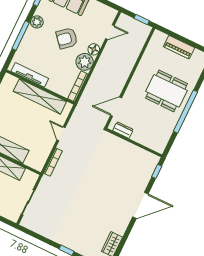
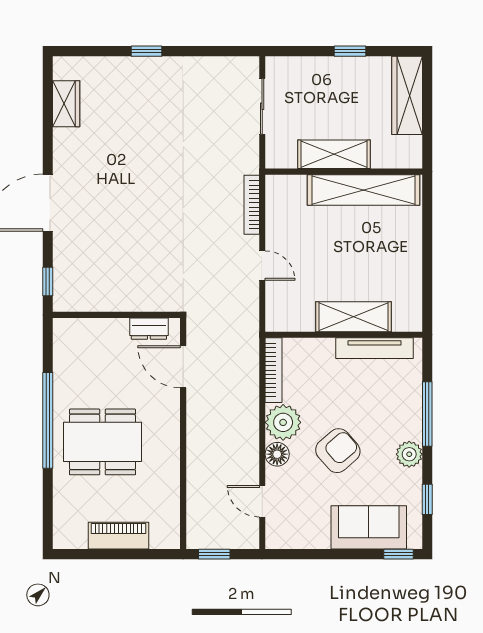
door: (110, 32) -> (262, 501), hinge flipped
shelving: (40, 96) -> (353, 317), width x0.68
door: (116, 107) -> (183, 367), swing flipped

